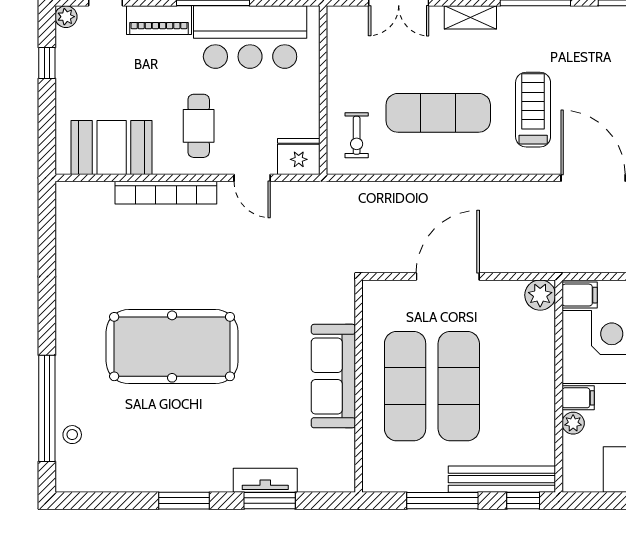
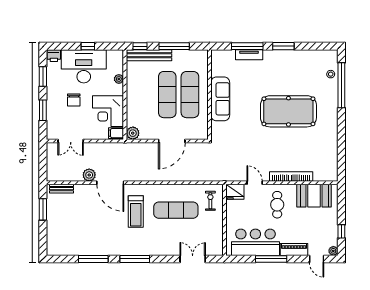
shelving: (470, 17) -> (162, 251), removed
filing cabinet: (578, 398) -> (117, 90), removed
window: (270, 501) -> (247, 46), width x1.44

